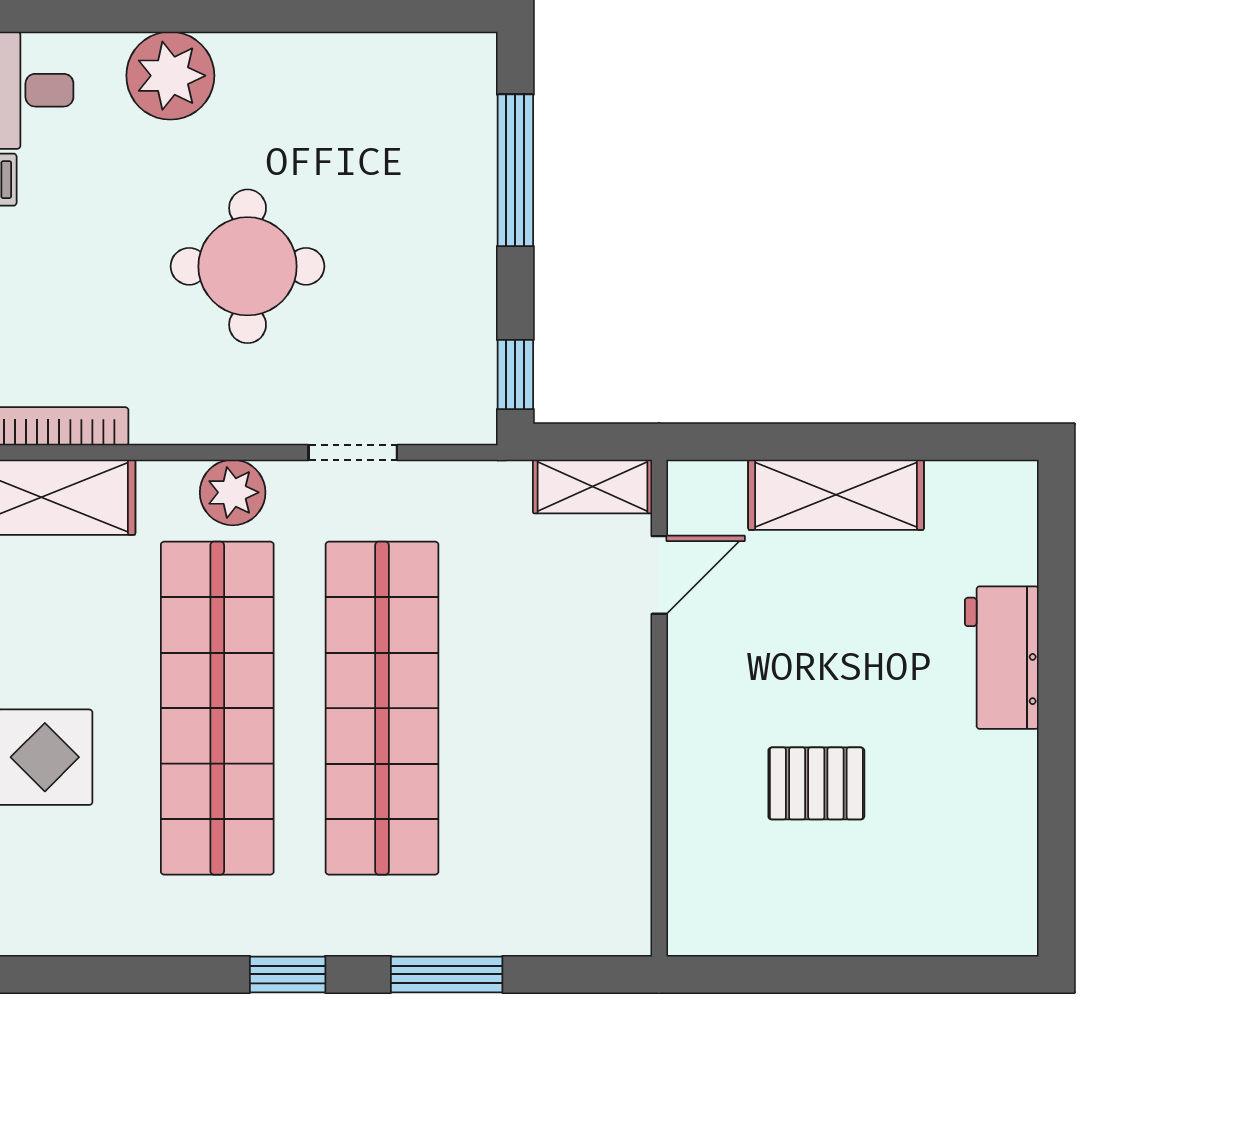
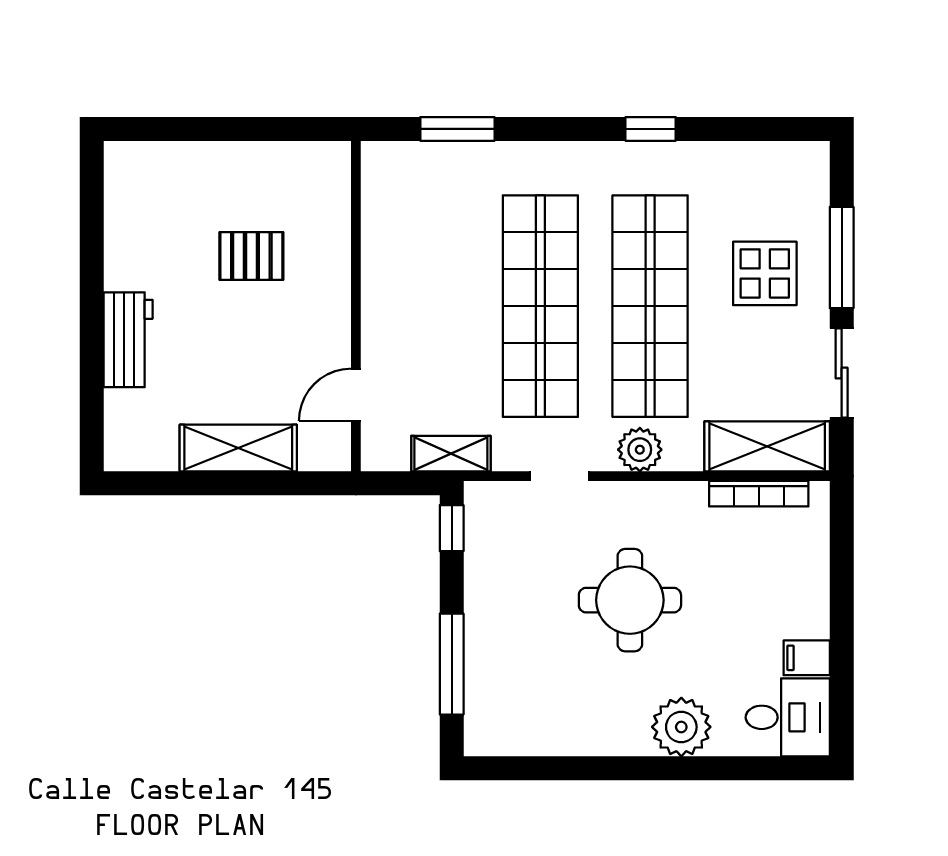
shelving: (593, 486) -> (451, 454), moved
window: (288, 974) -> (651, 129), moved
window: (447, 974) -> (457, 129), moved

